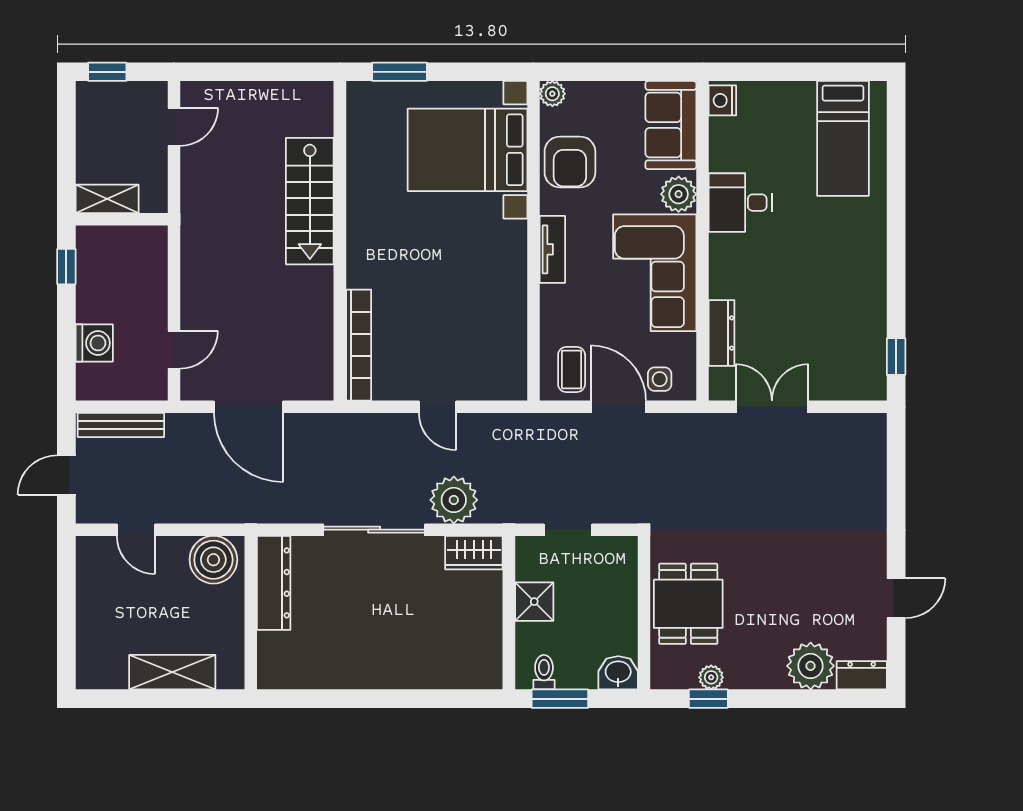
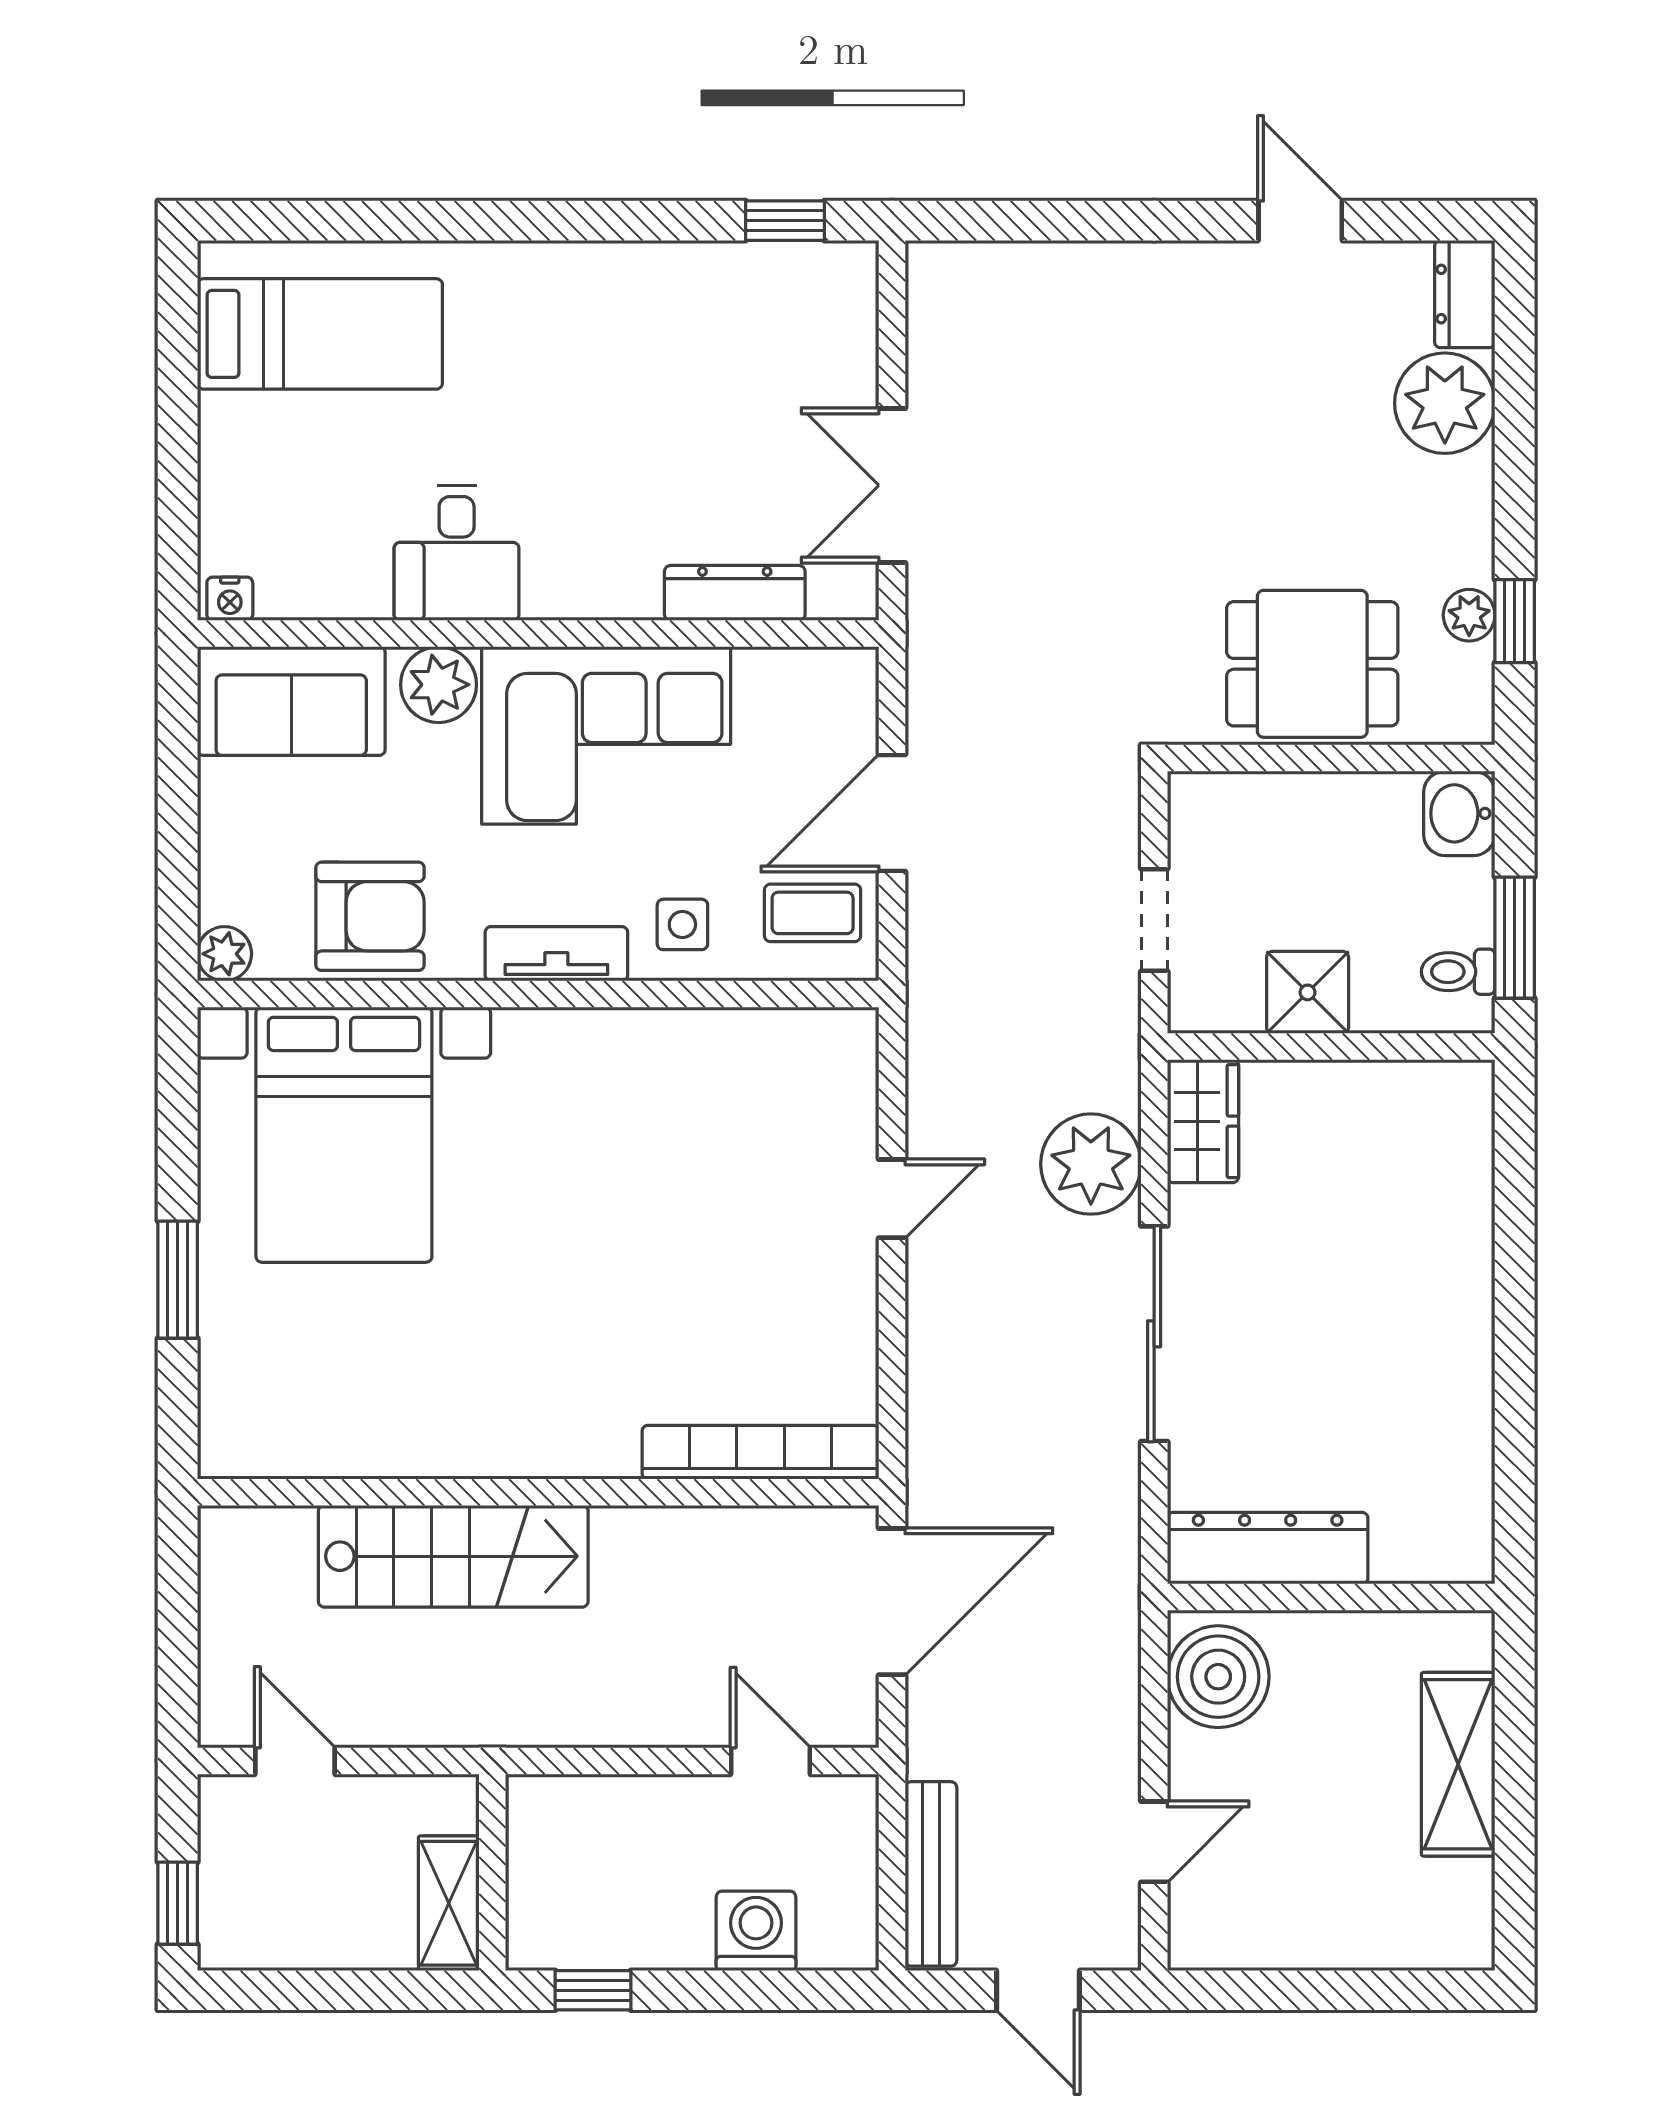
nightstand: (722, 100) -> (230, 599), width x0.72, depth x0.74
stairs: (310, 201) -> (453, 1556), moved
wall: (340, 241) -> (538, 1492), moved
bookcase: (359, 345) -> (760, 1452), moved
side table: (660, 379) -> (682, 924), moved

